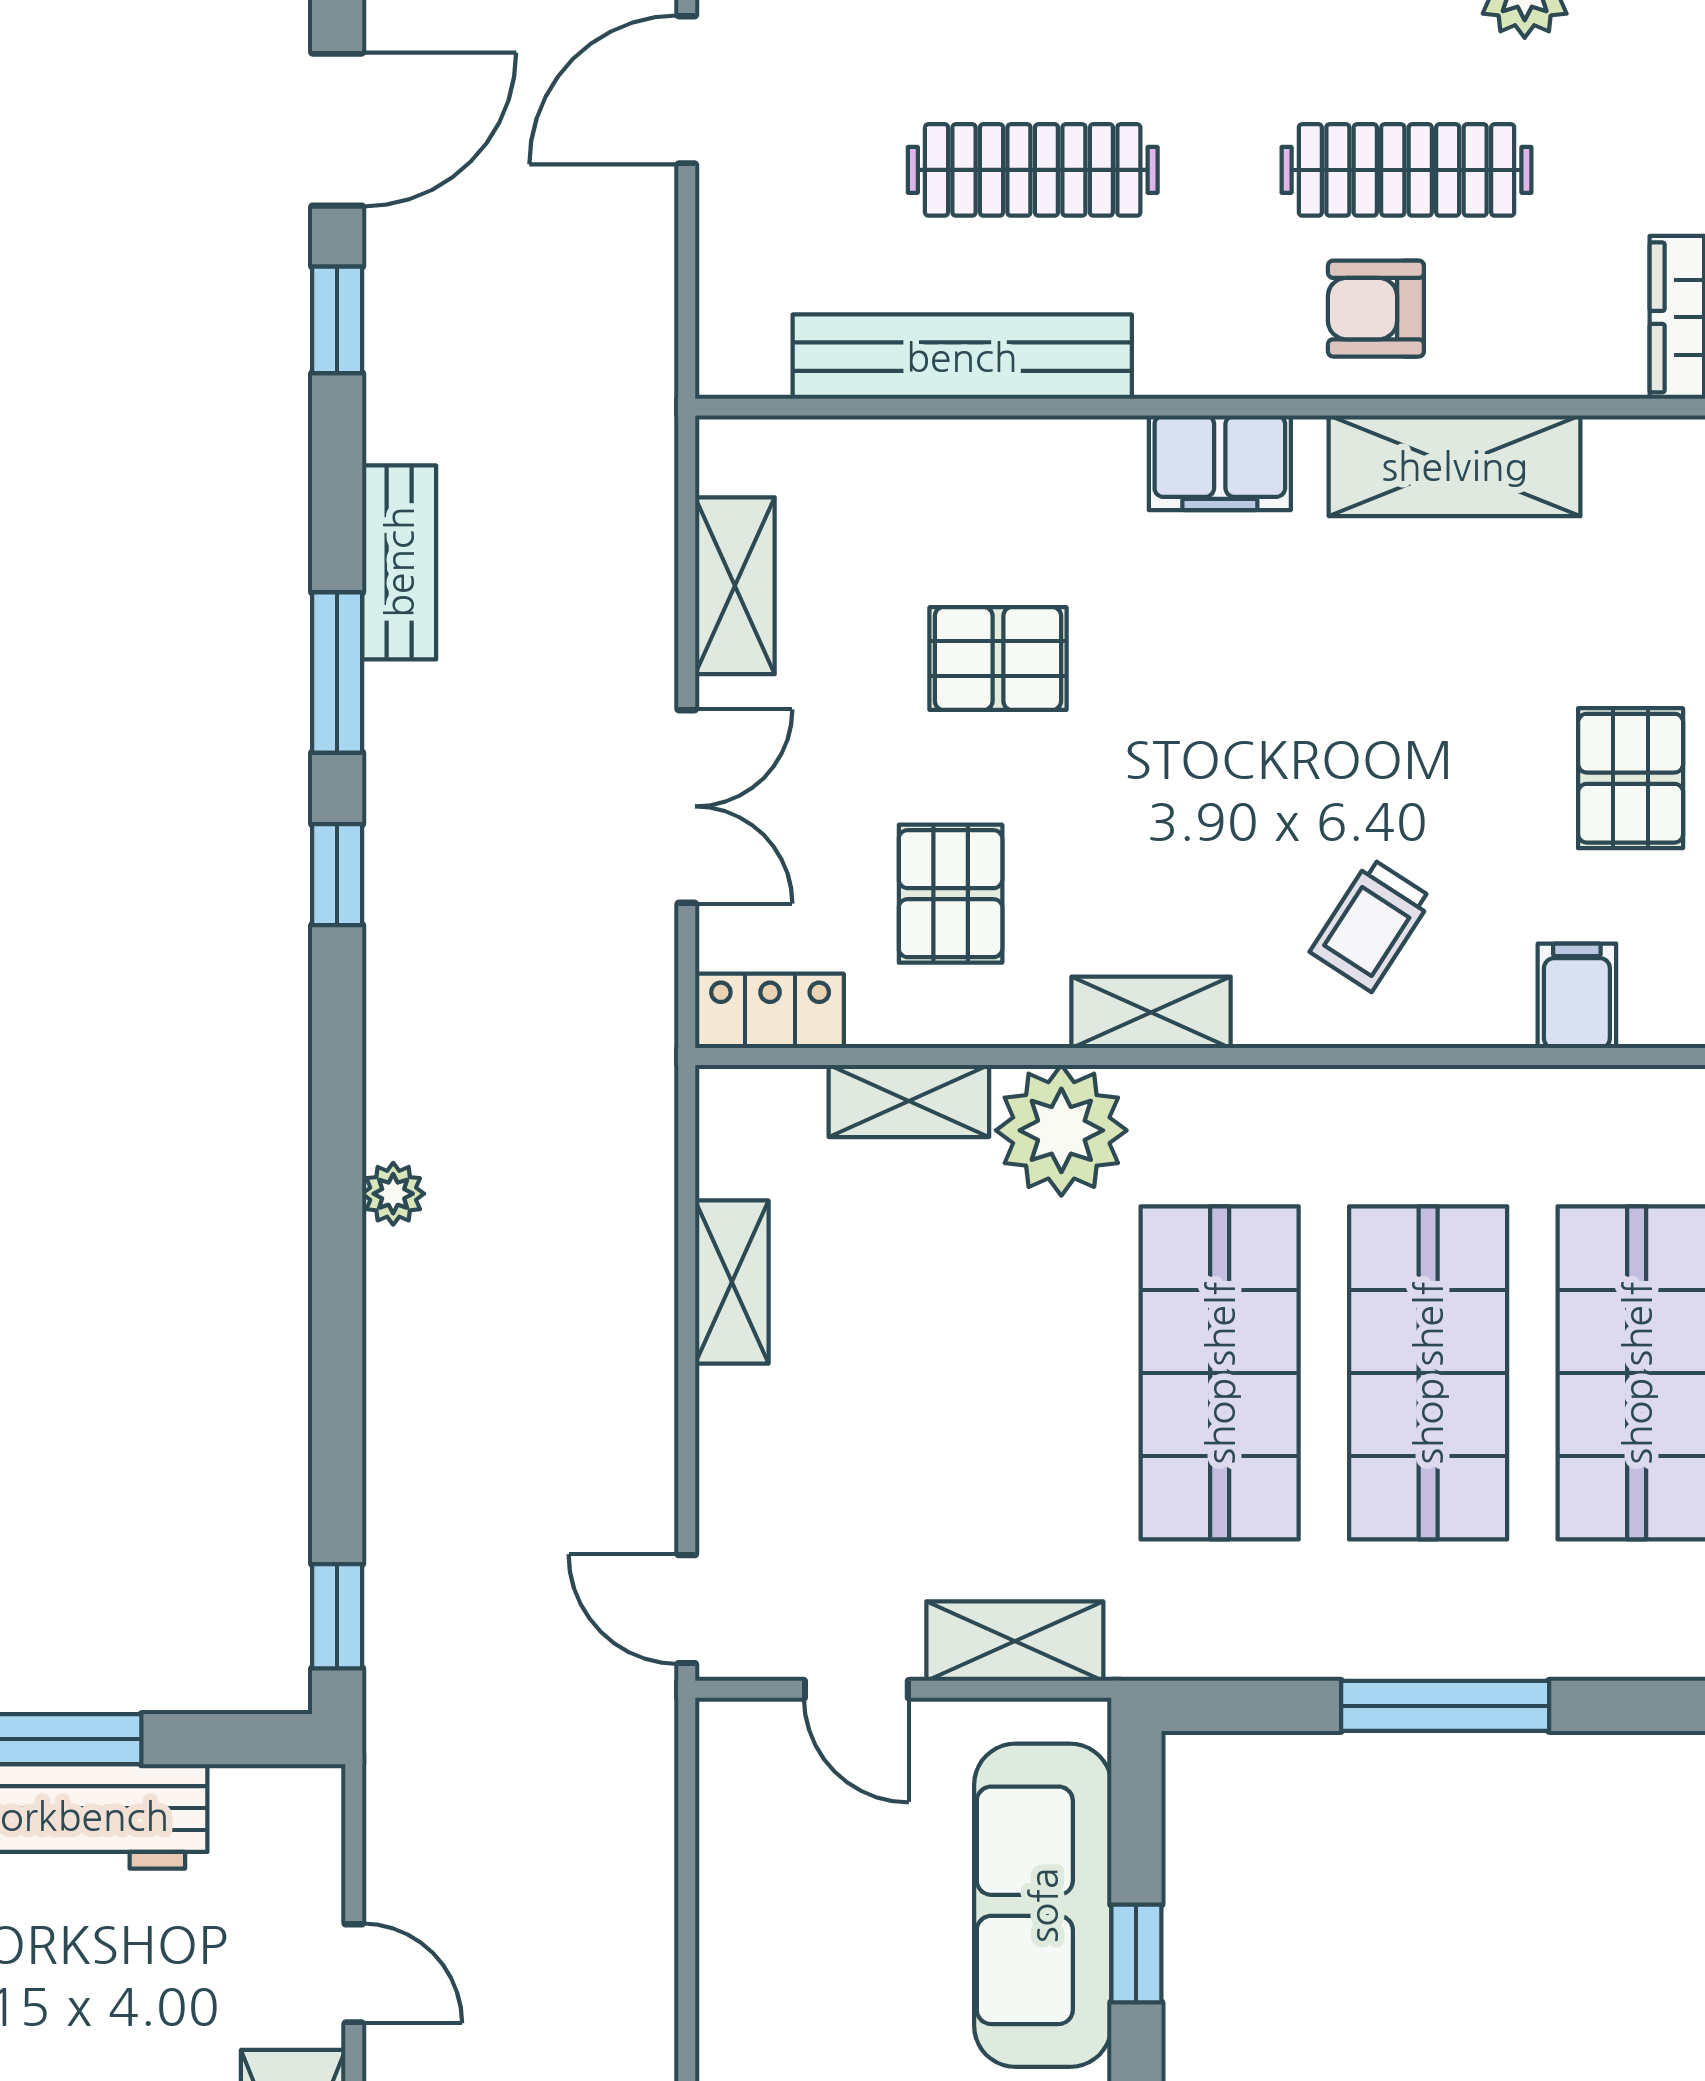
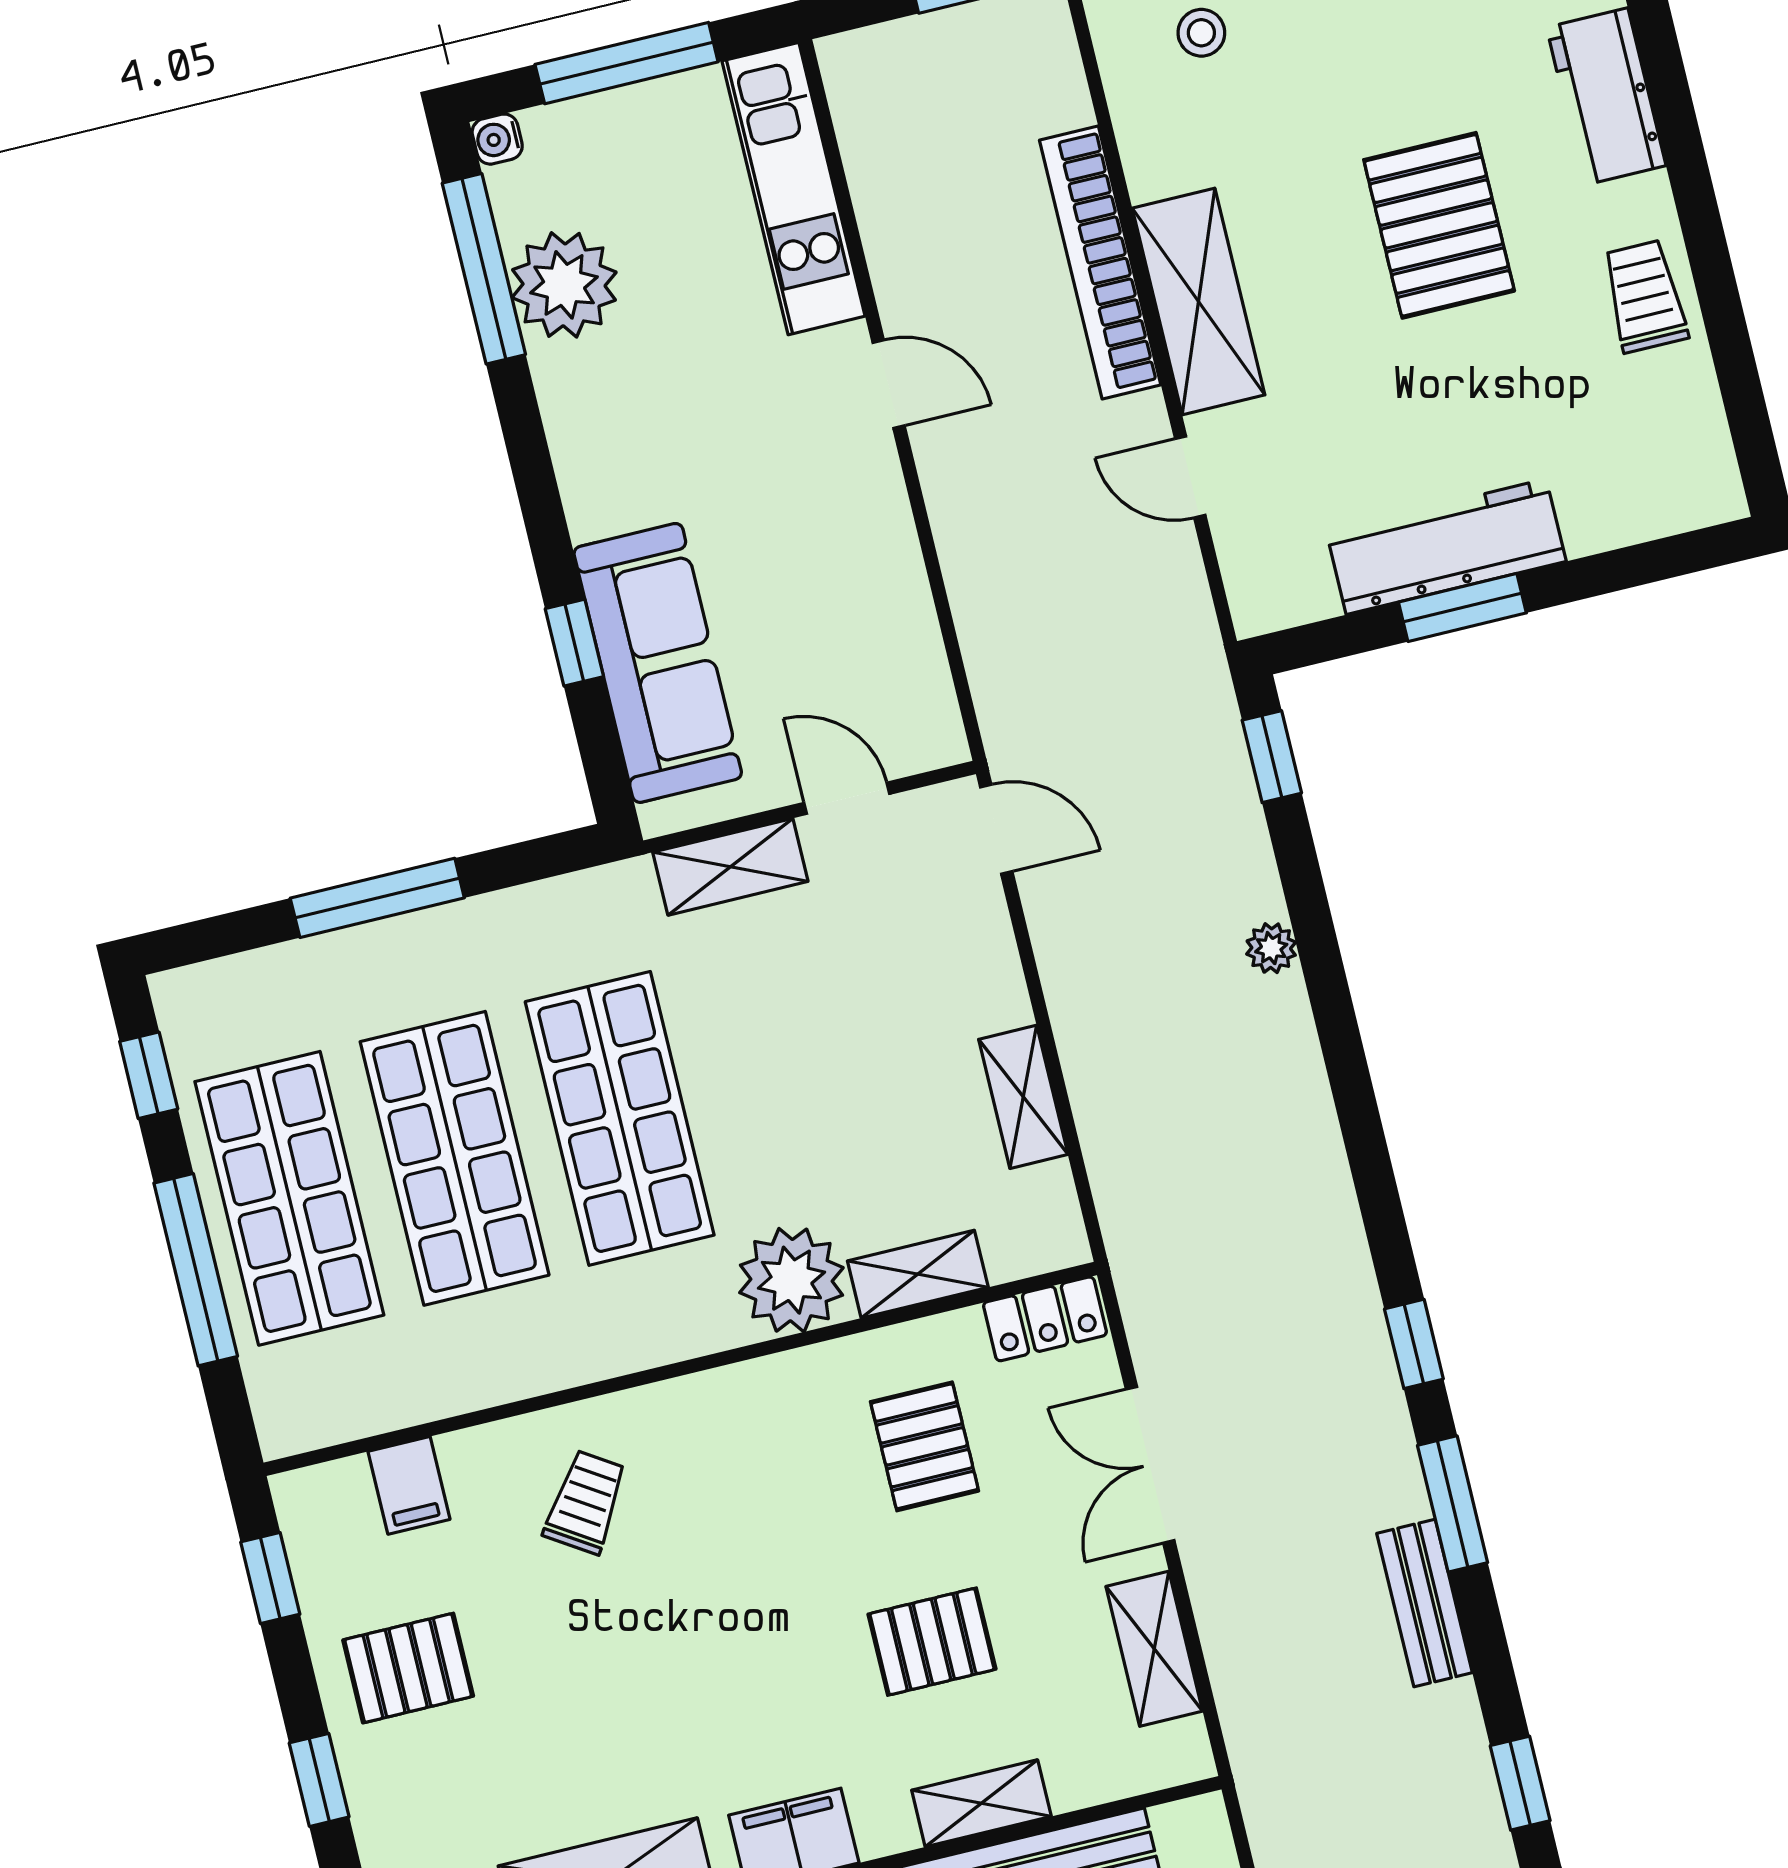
pallet: (1631, 778) -> (408, 1668), turned 90
shelving: (1151, 1012) -> (981, 1803), moved
plant: (393, 1194) -> (1271, 948), moved

